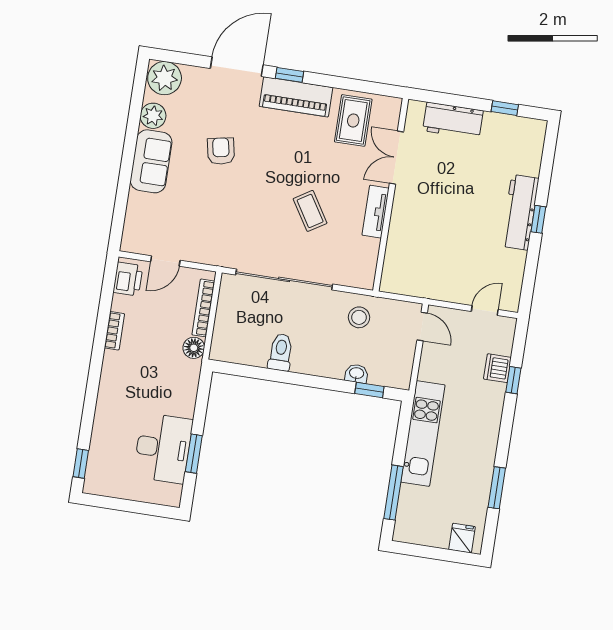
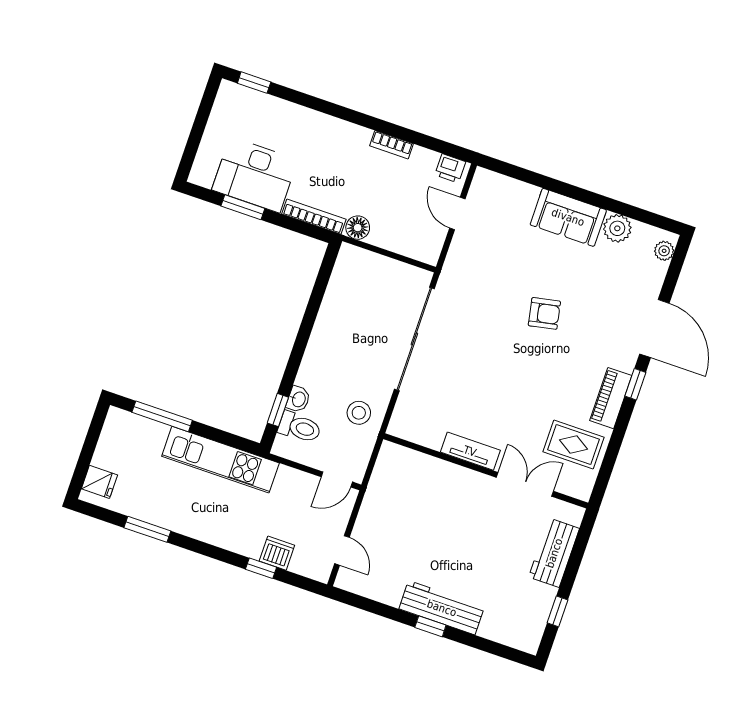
plant: (165, 78) -> (664, 251), width x0.53, depth x0.53
piano: (296, 97) -> (611, 398), width x0.73, depth x0.75
armchair: (221, 151) -> (544, 313), moved
coffee table: (310, 211) -> (484, 380), removed
printer: (128, 279) -> (450, 168), width x0.73, depth x0.81
bookcase: (203, 308) -> (314, 217), moved
toilet: (281, 352) -> (300, 427), moved

